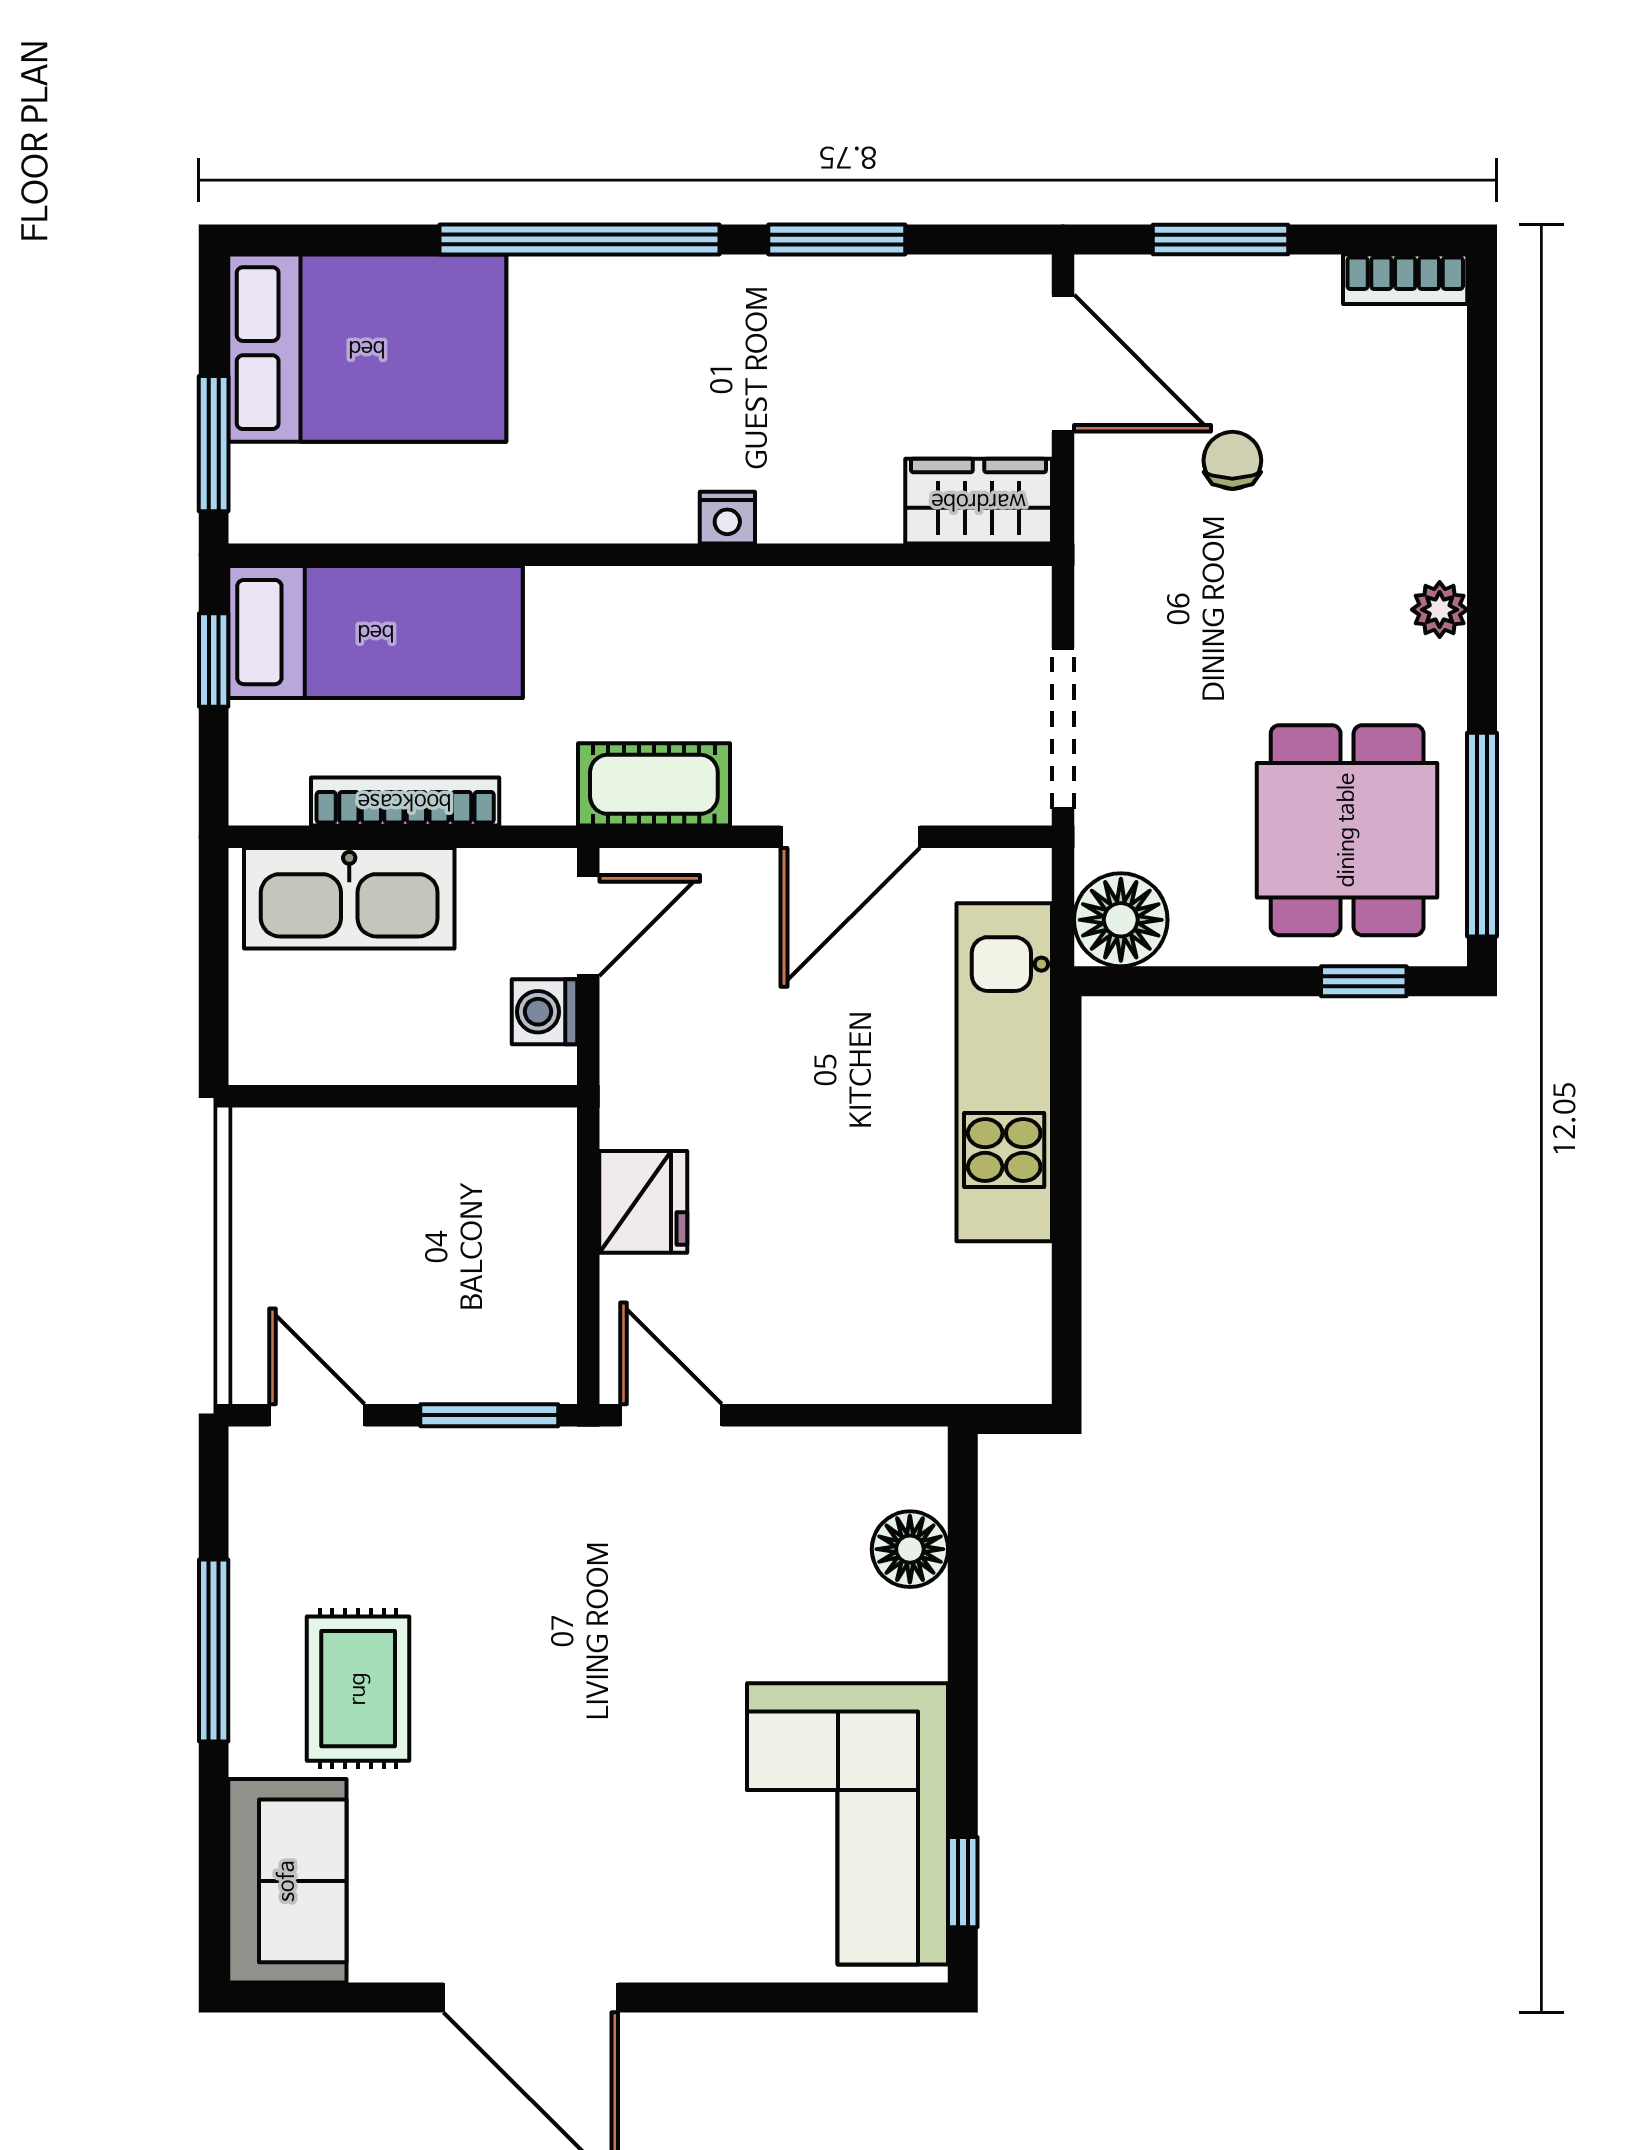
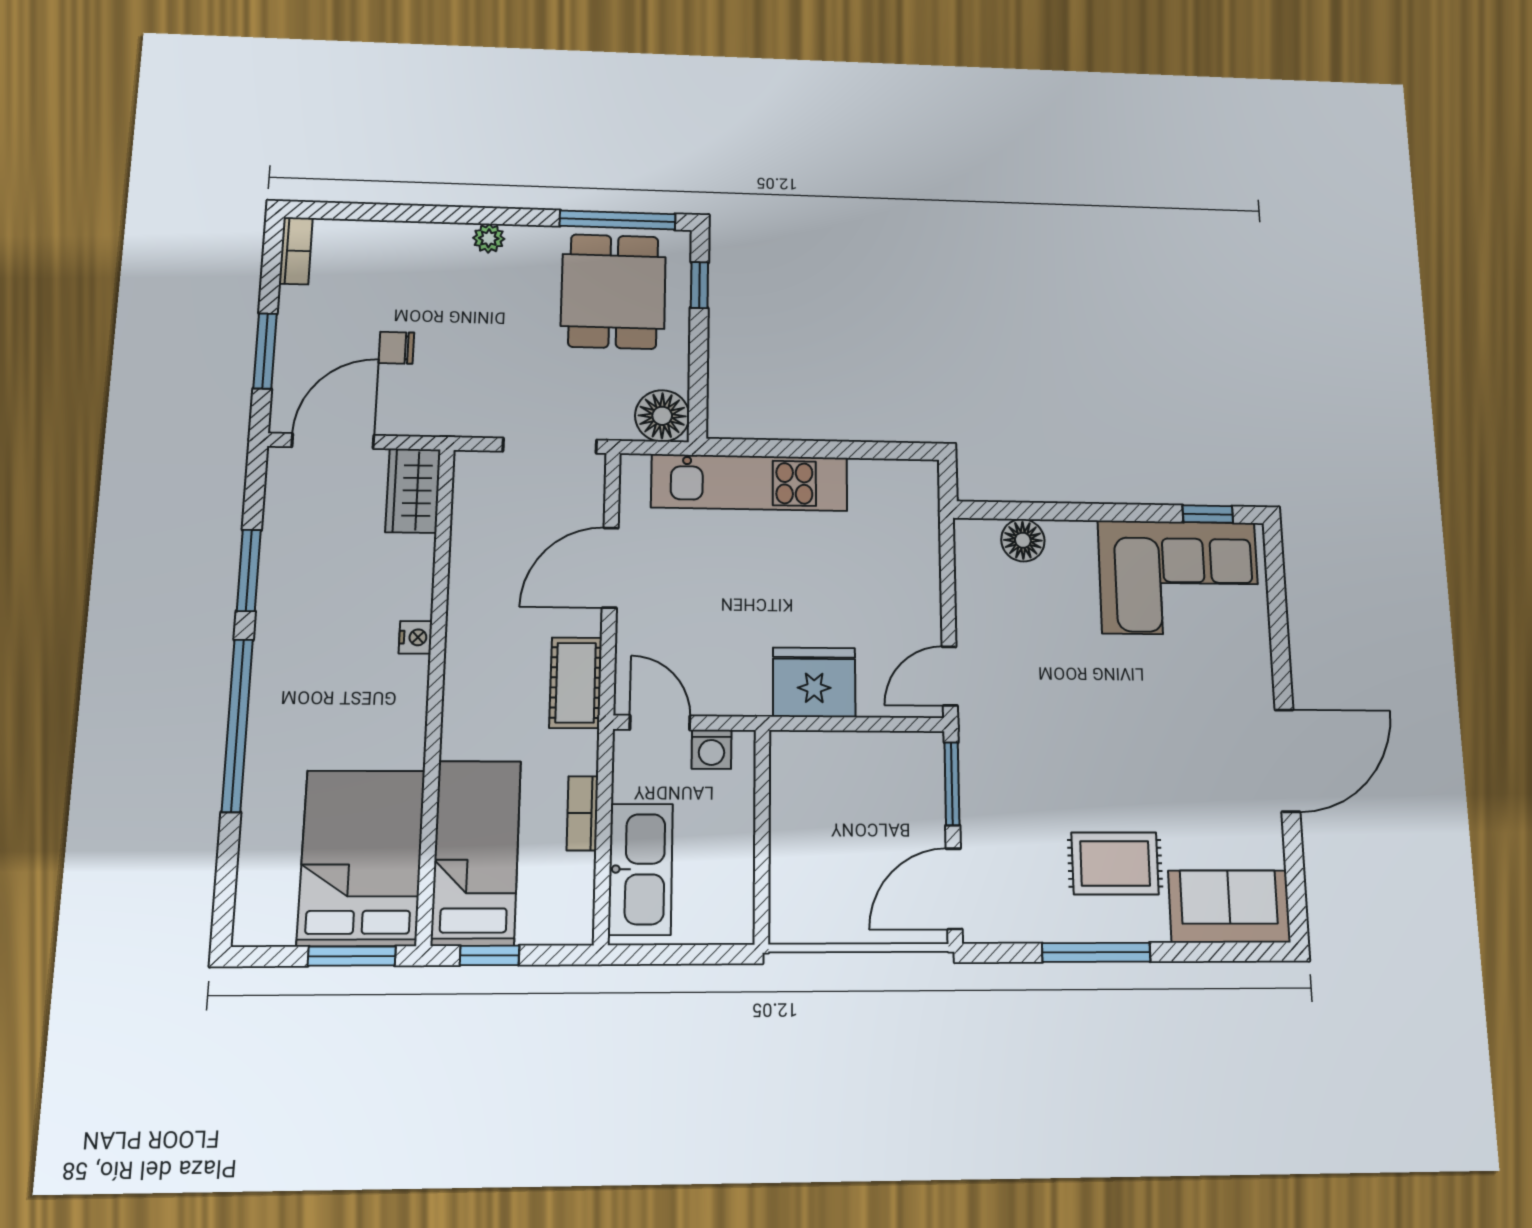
bed: (367, 348) -> (361, 858), moved
bookcase: (405, 801) -> (582, 813), width x0.64
dining table: (1347, 830) -> (613, 291), turned 90
door: (850, 837) -> (610, 568), swing flipped
fridge: (643, 1202) -> (814, 682), width x1.36, depth x1.34
door: (317, 1415) -> (954, 889), width x1.38

